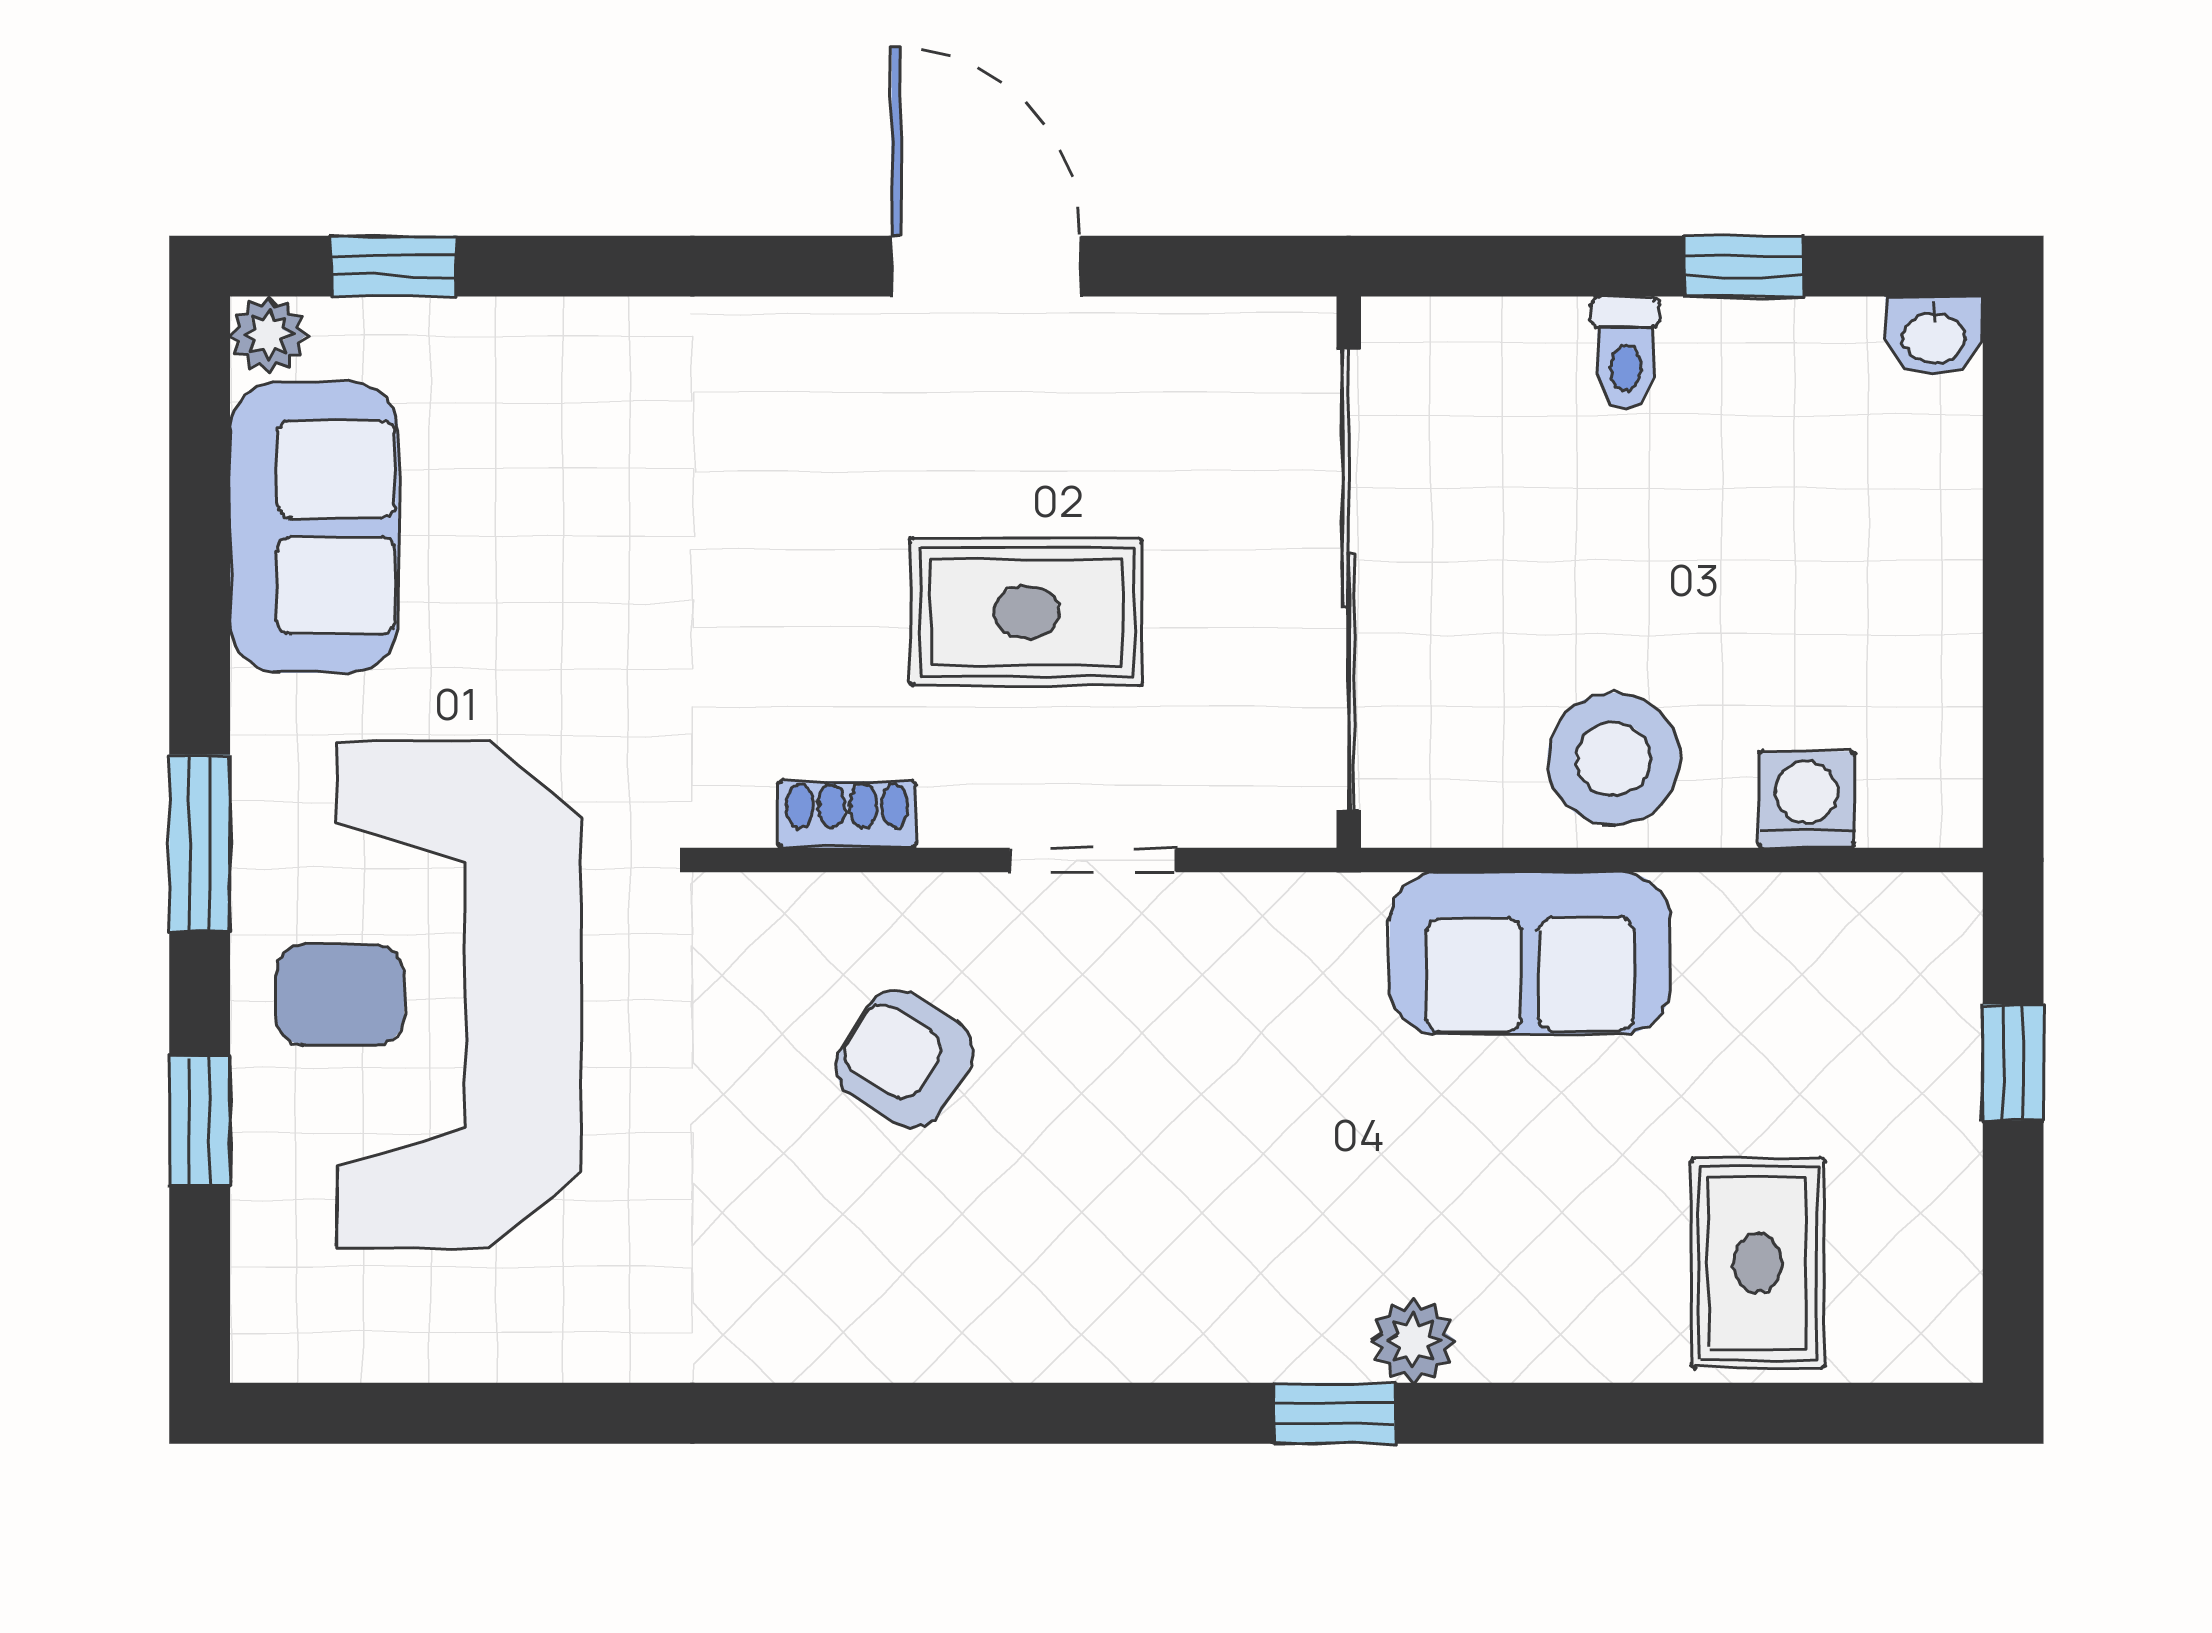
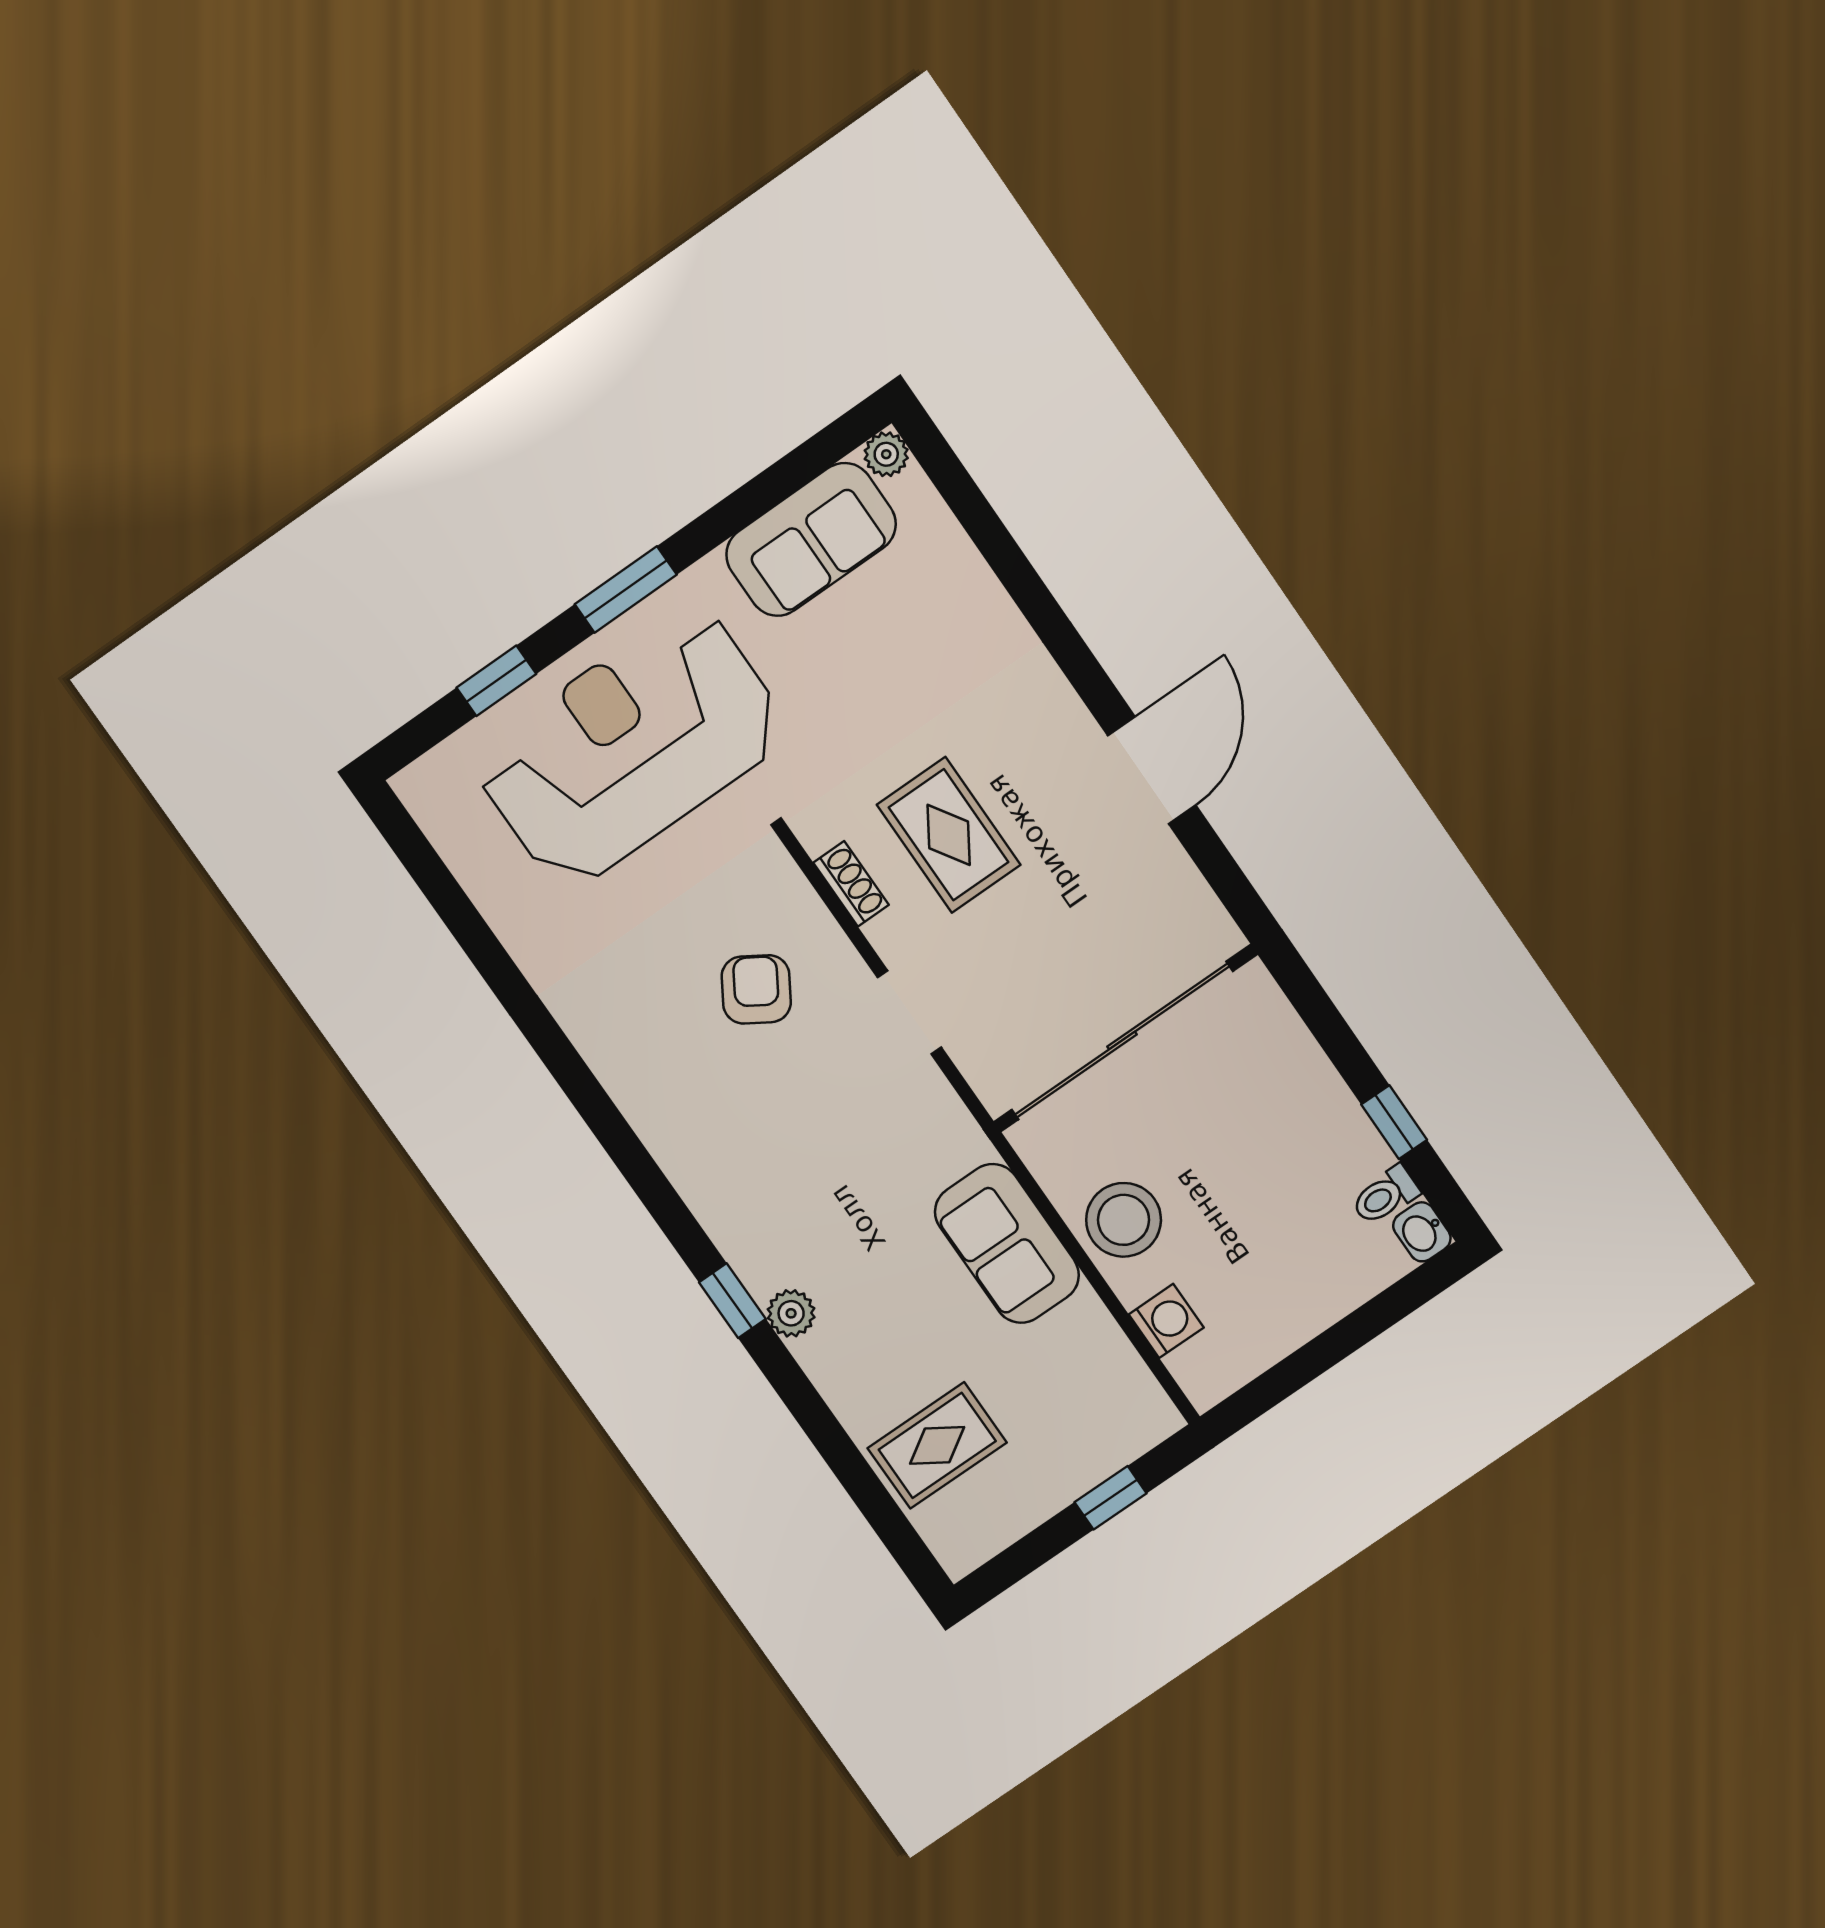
window: (394, 266) -> (960, 491), removed
toilet: (1625, 353) -> (1385, 1195), moved
rug: (1027, 612) -> (949, 835), moved

